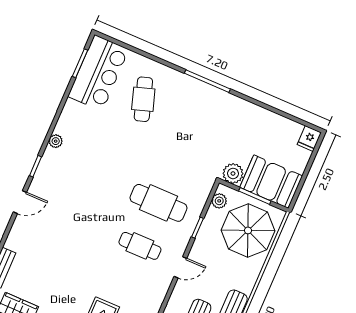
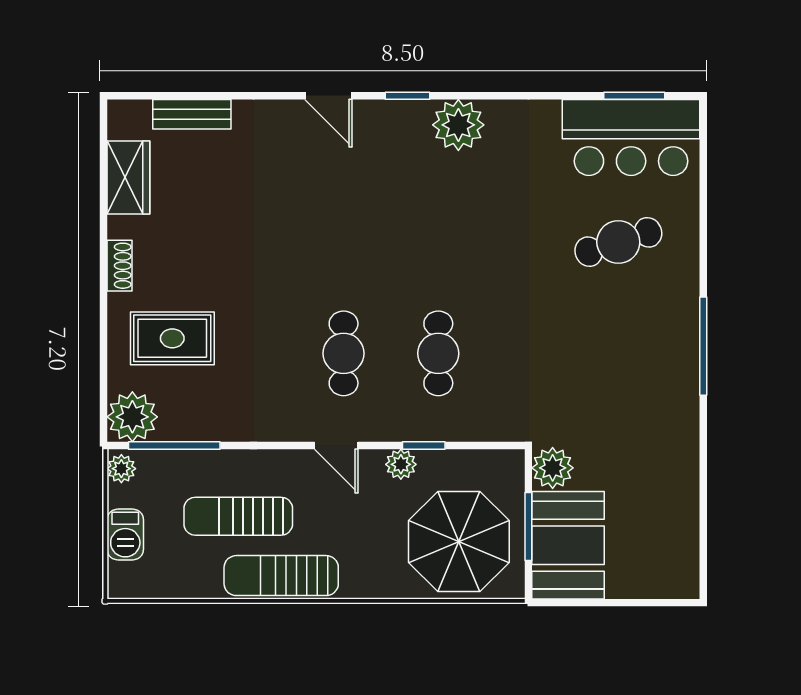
fridge: (309, 139) -> (679, 581), removed
plant: (56, 141) -> (458, 125), width x1.87, depth x1.87
plant: (219, 201) -> (401, 464), moved
cafe table: (159, 203) -> (438, 353), width x0.73, depth x0.74

